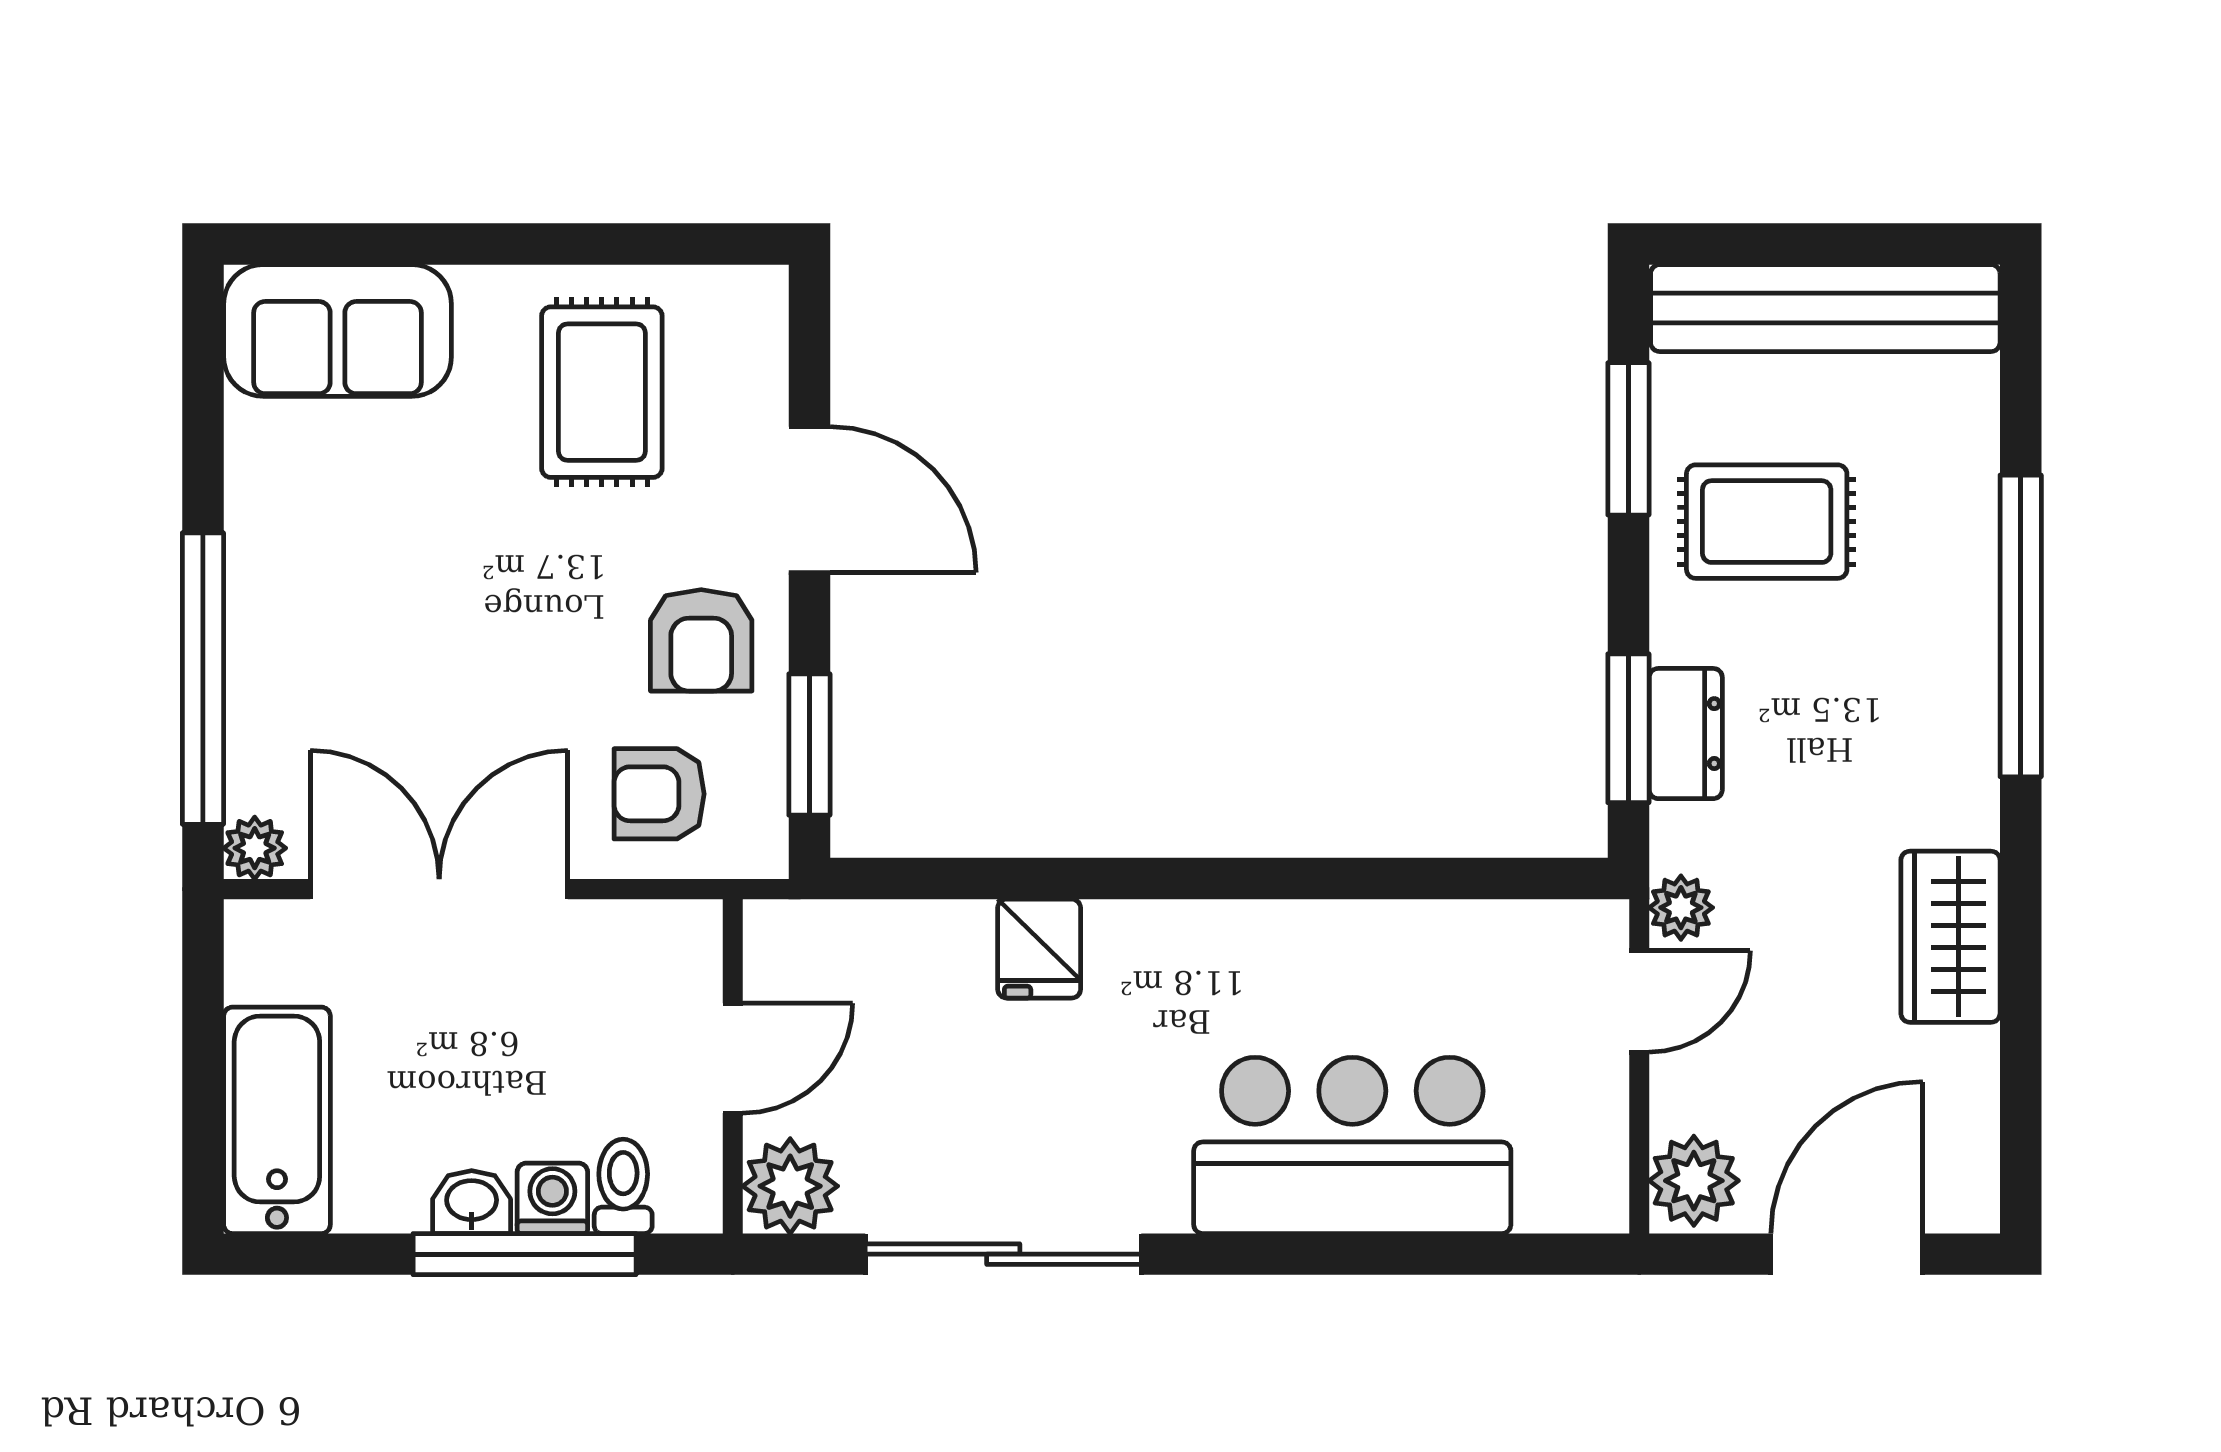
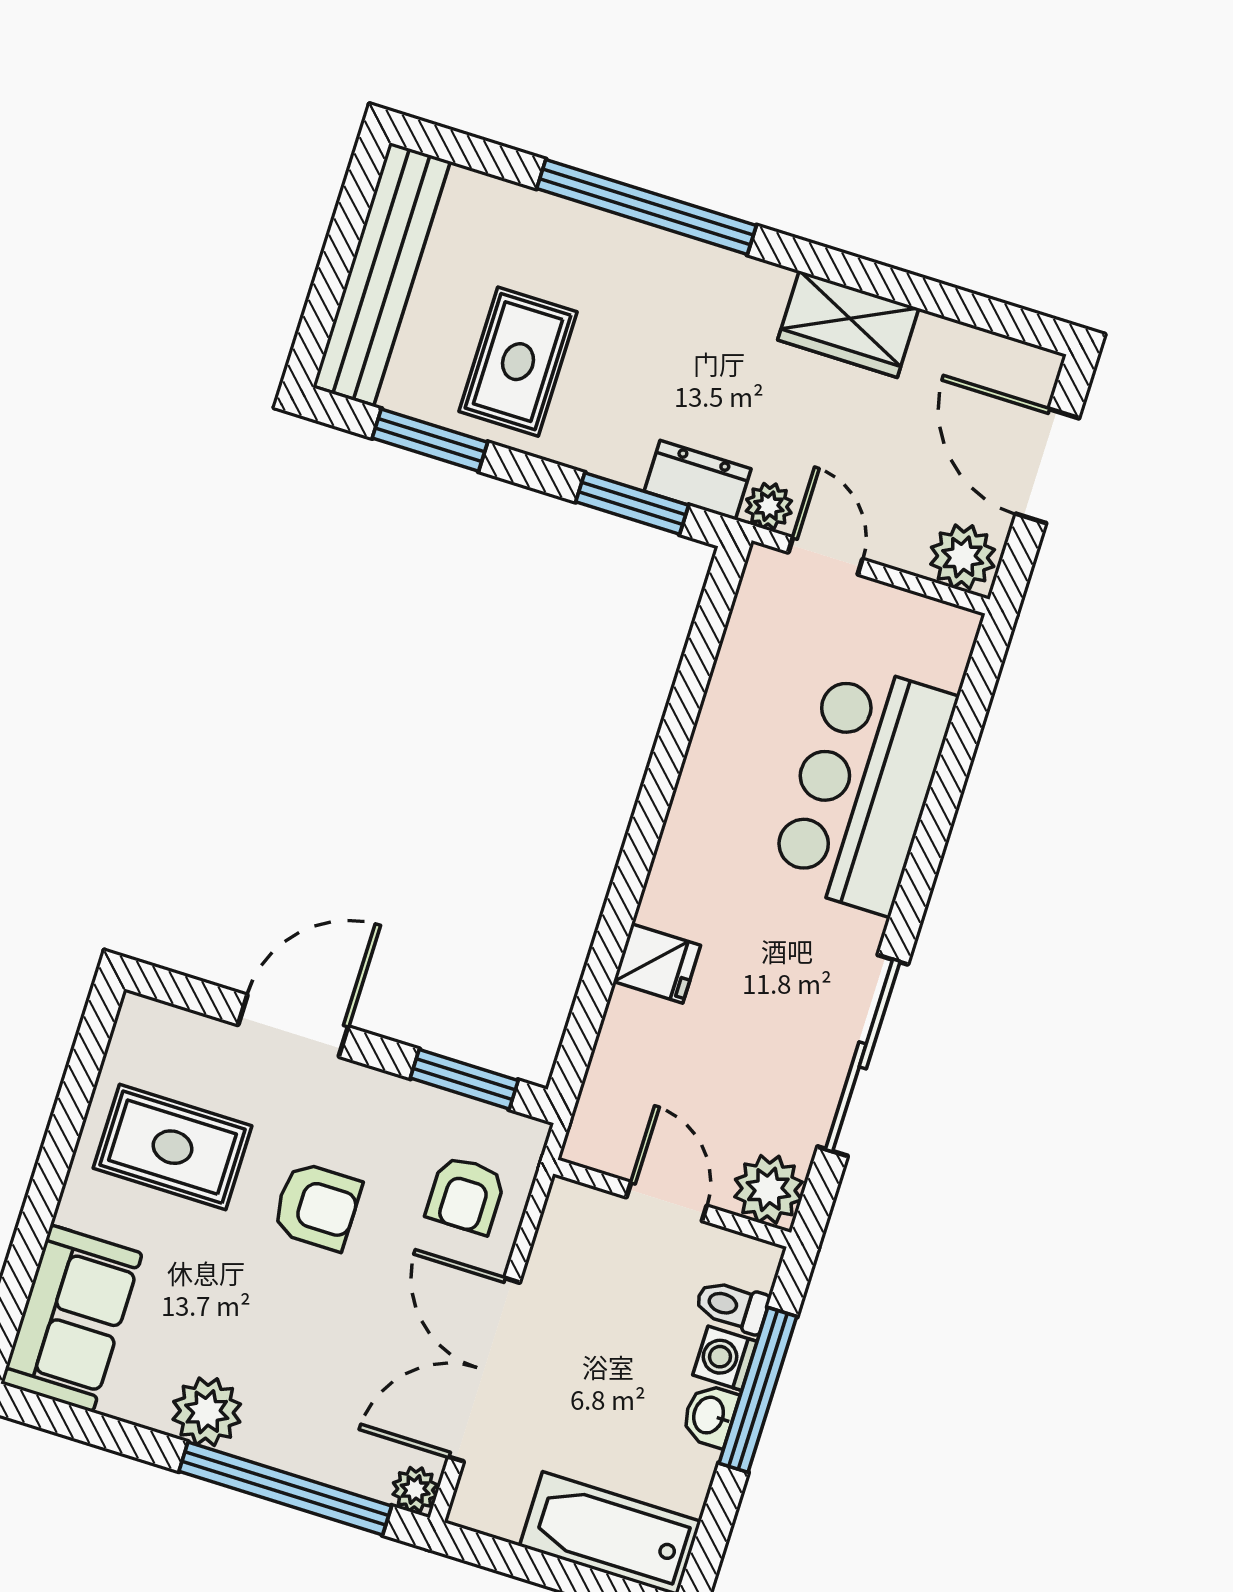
plant: (271, 545) -> (207, 1412), added
armchair: (701, 640) -> (317, 1206), moved
dresser: (1686, 734) -> (698, 480), moved

